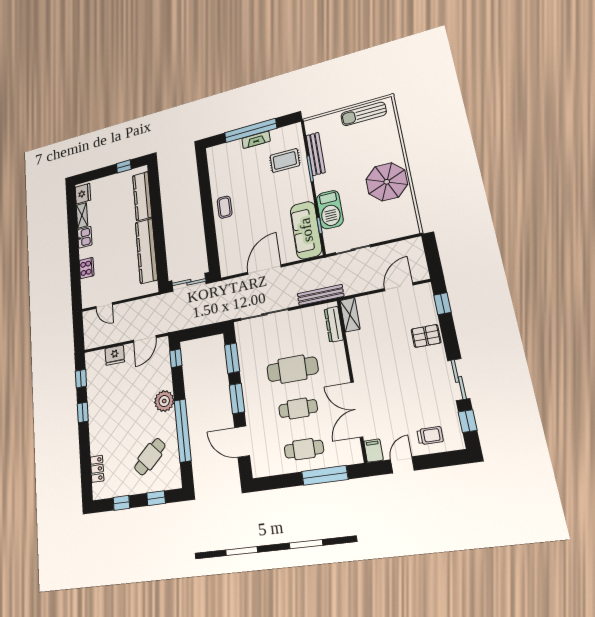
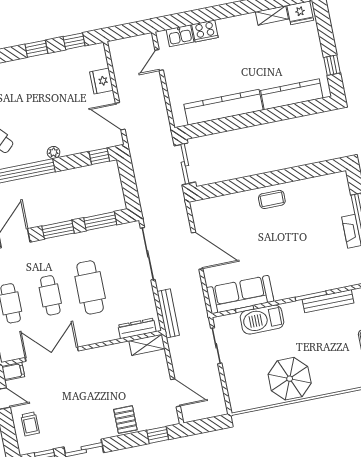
rug: (285, 160) -> (323, 267), removed
kitchen sink: (85, 237) -> (180, 36), moved
plant: (164, 401) -> (54, 152), width x0.53, depth x0.53

